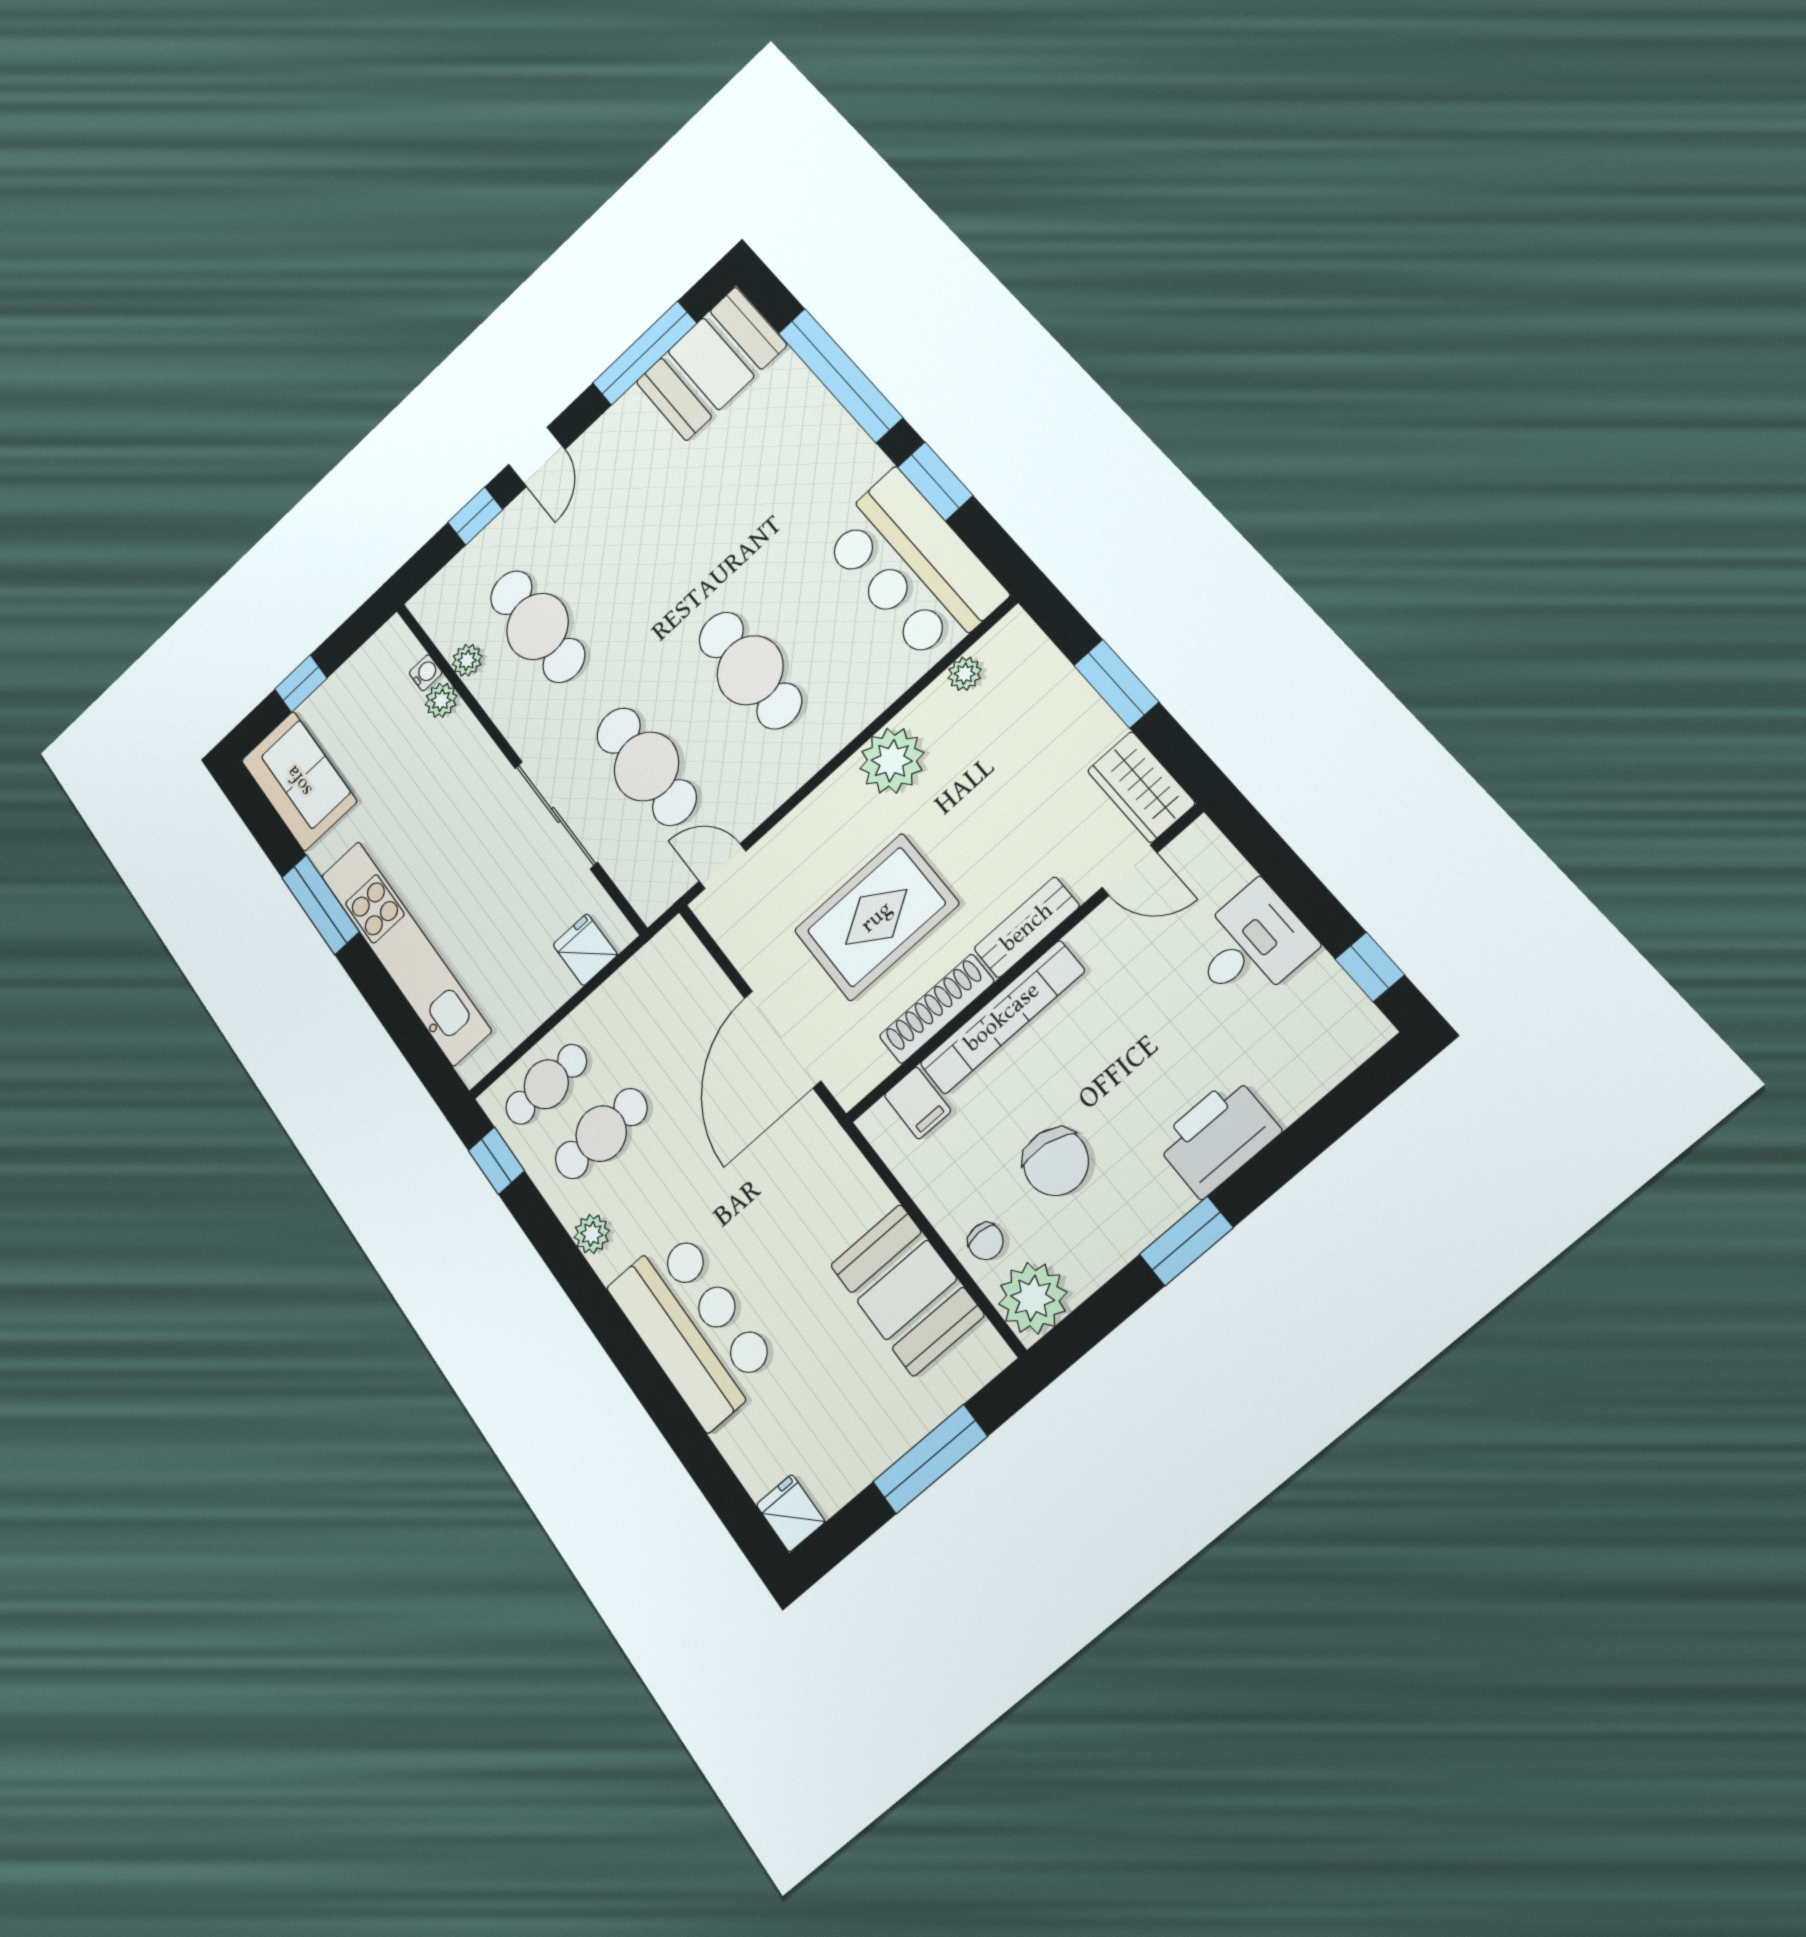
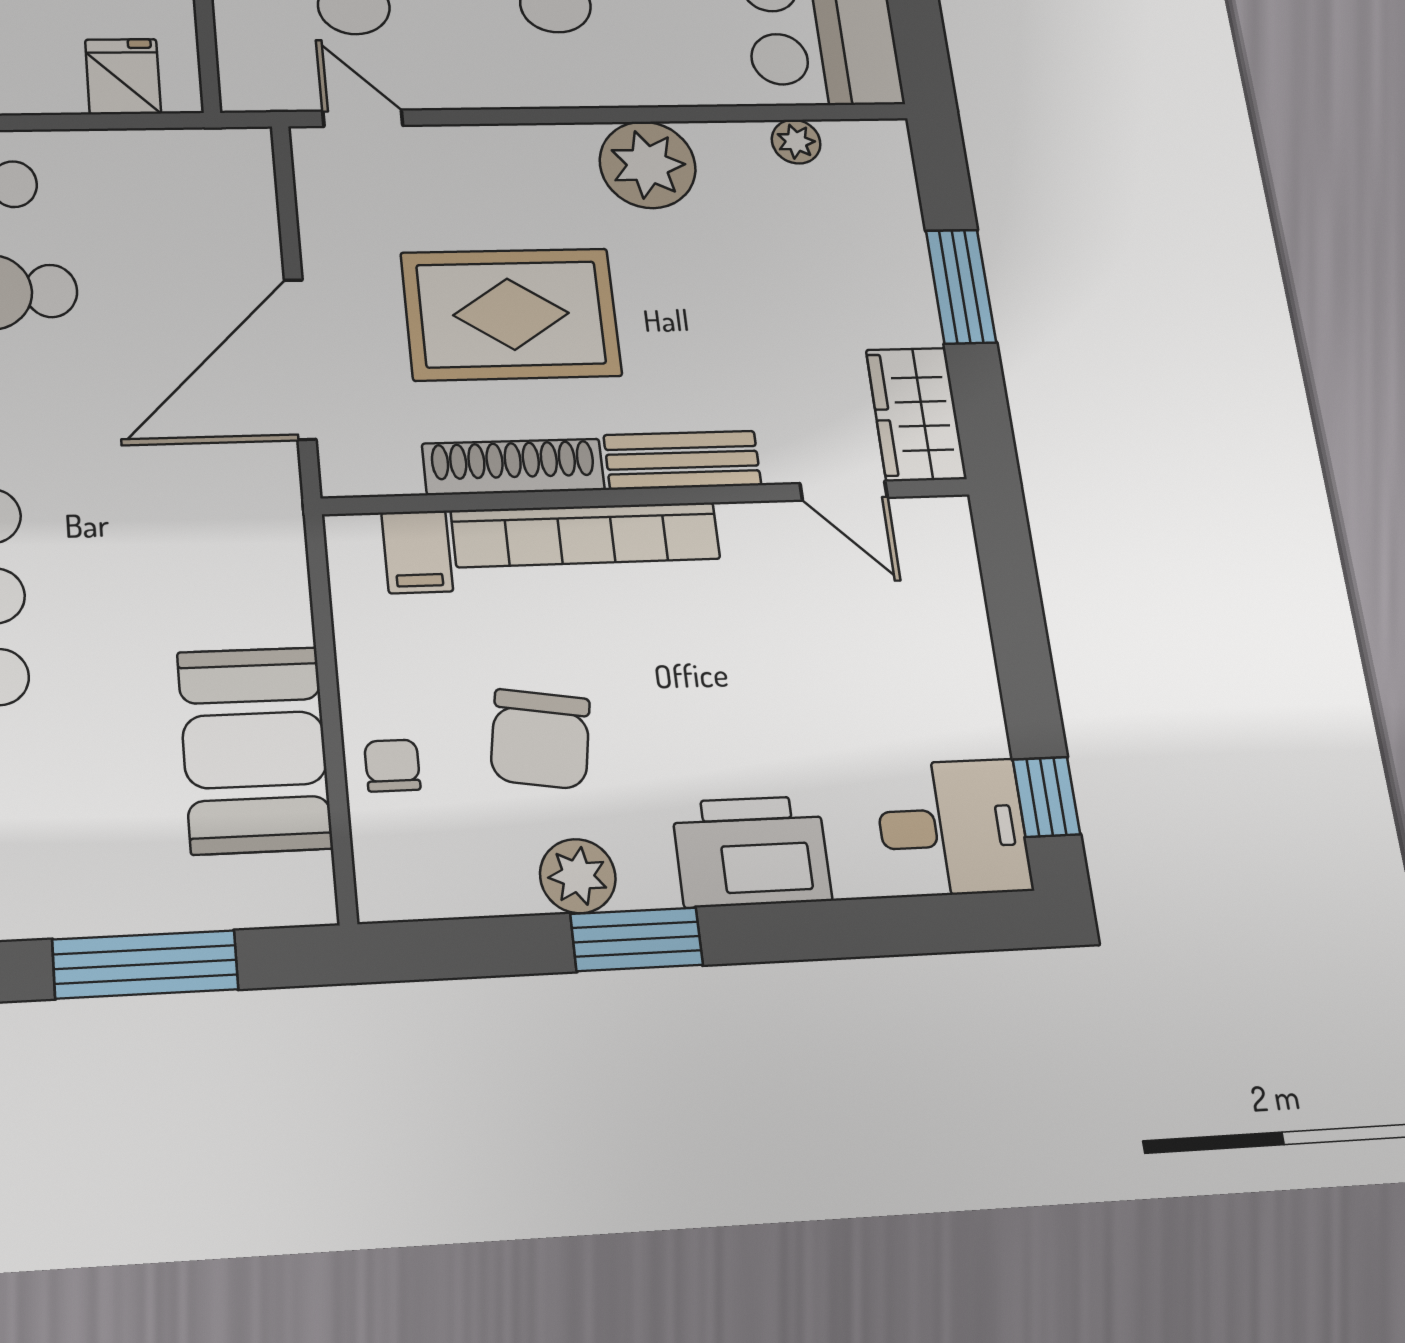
desk: (1251, 945) -> (953, 828), moved
chair: (986, 1241) -> (392, 765), turned 180
plant: (1033, 1298) -> (578, 876), moved, width x0.73, depth x0.73

